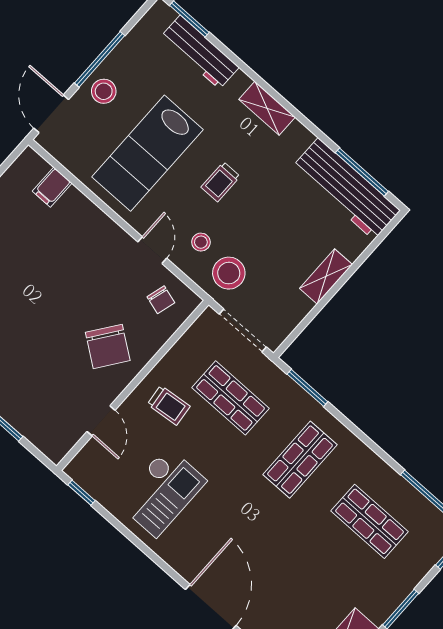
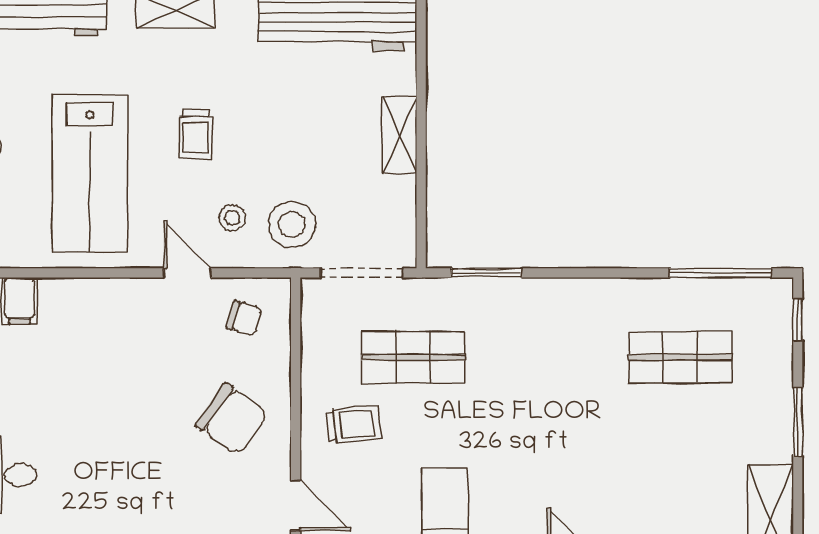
shop shelf: (300, 460) -> (547, 357), removed

